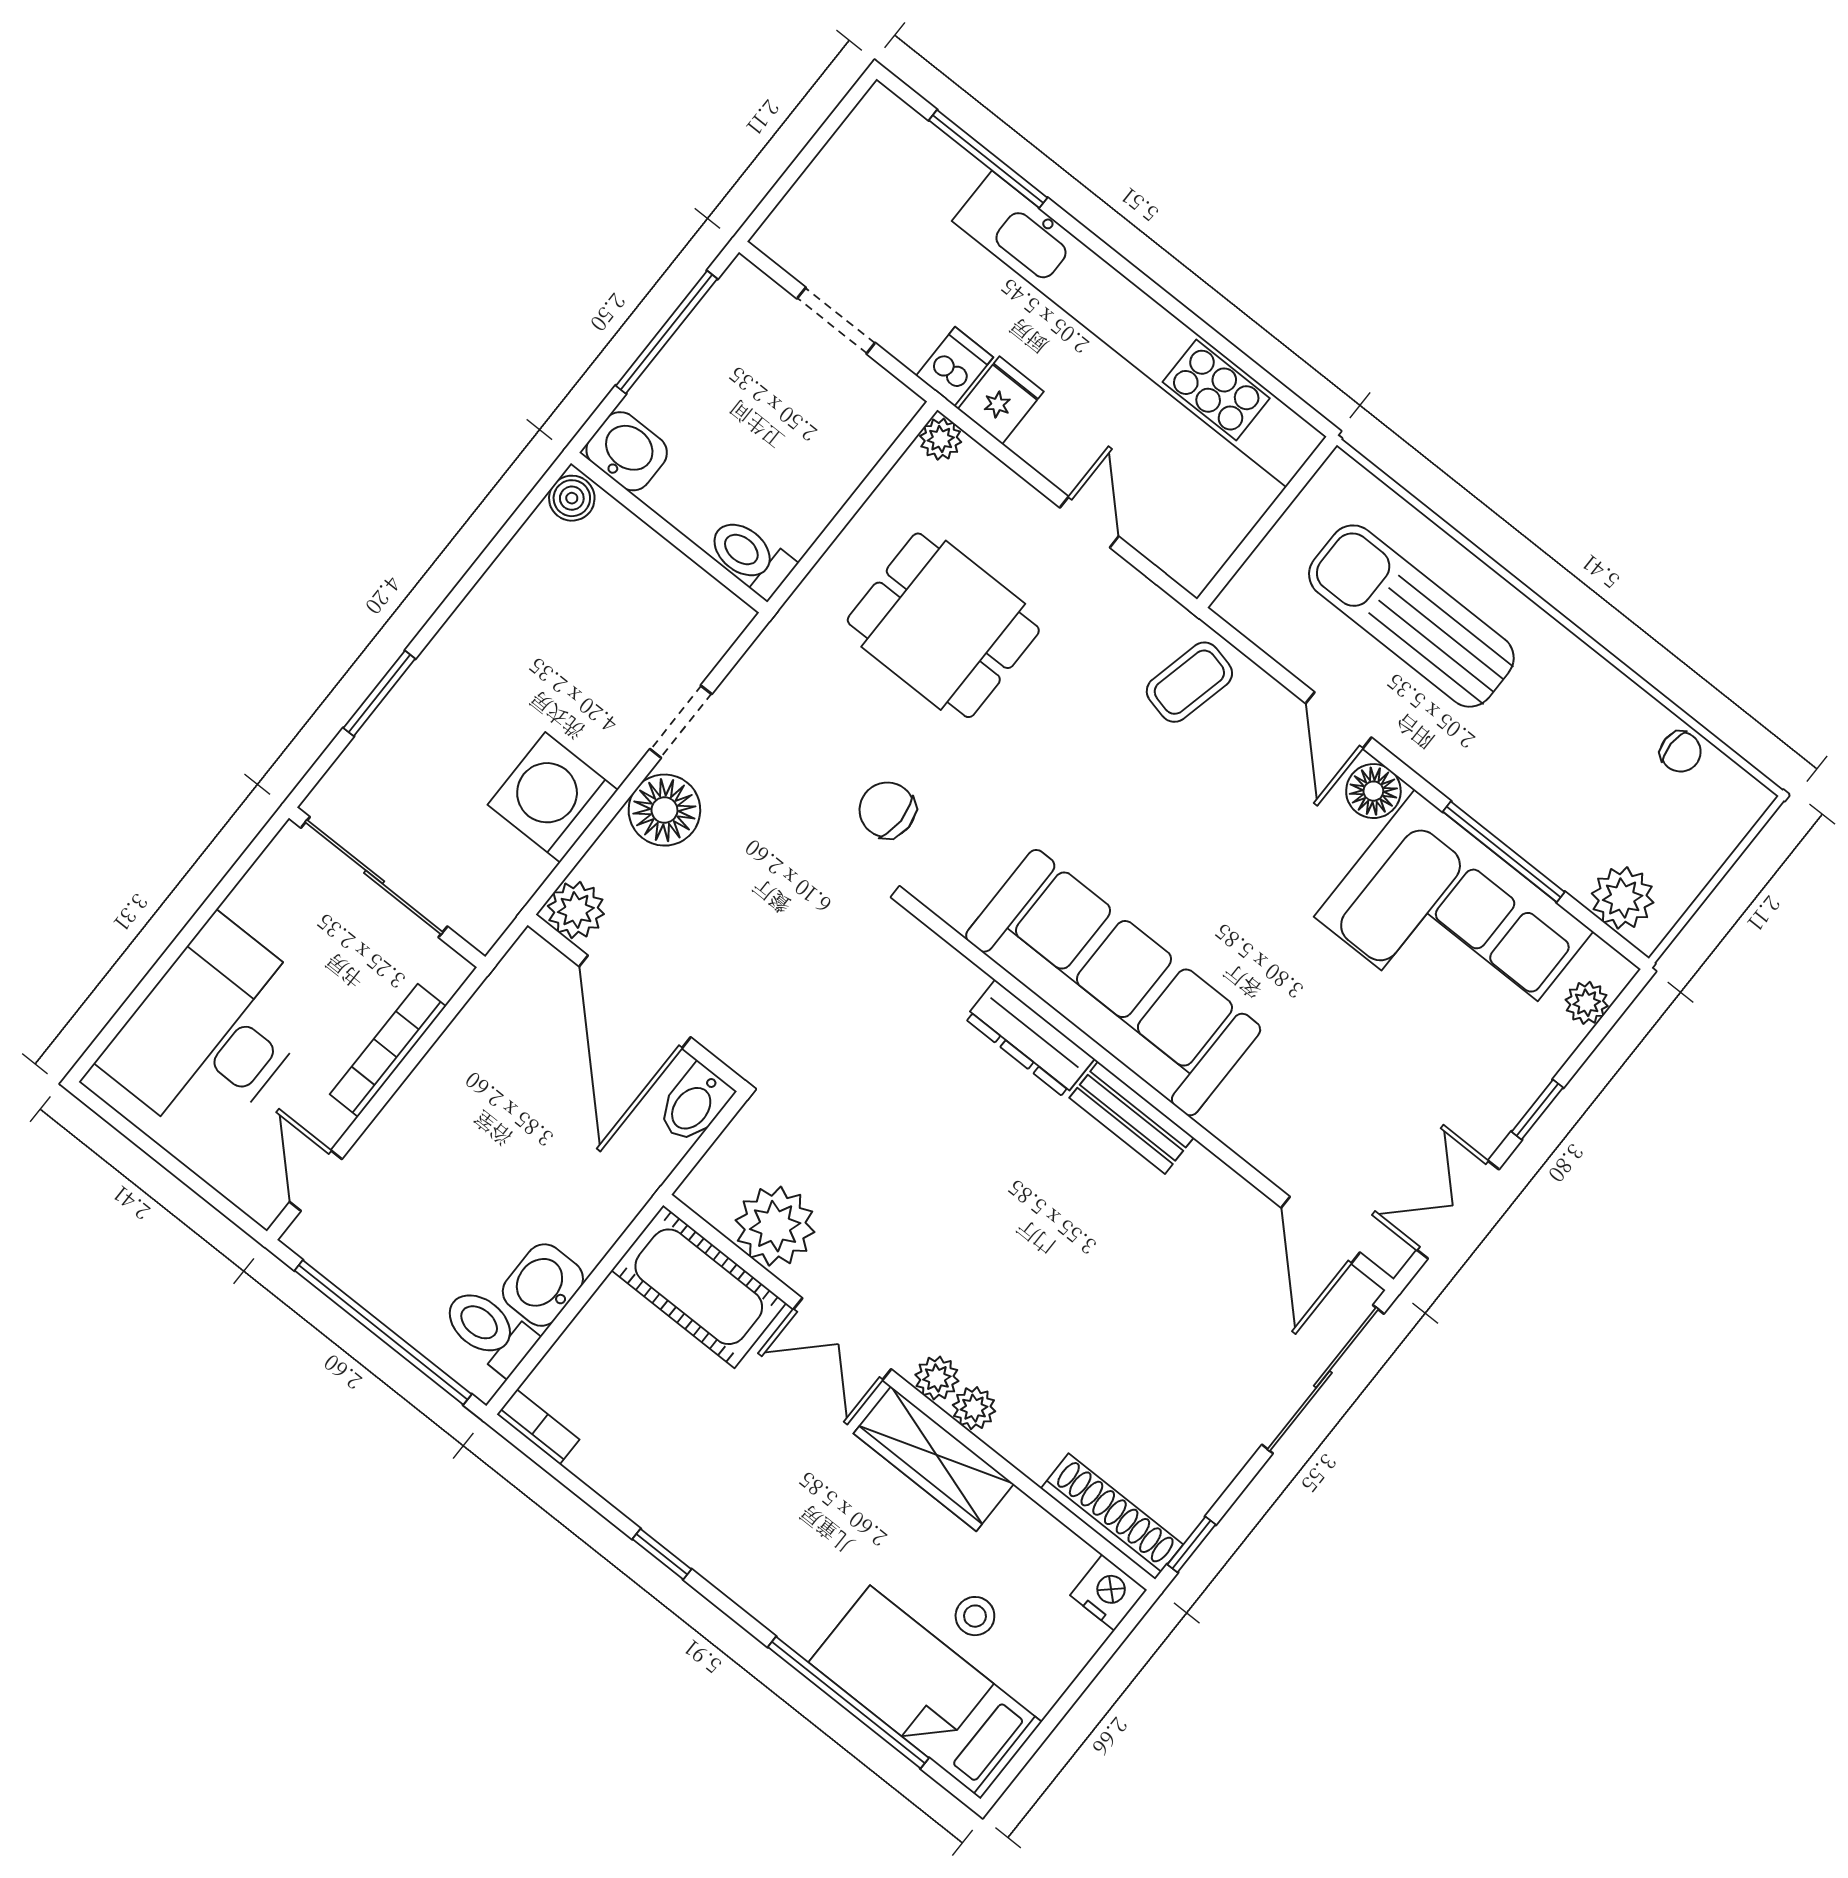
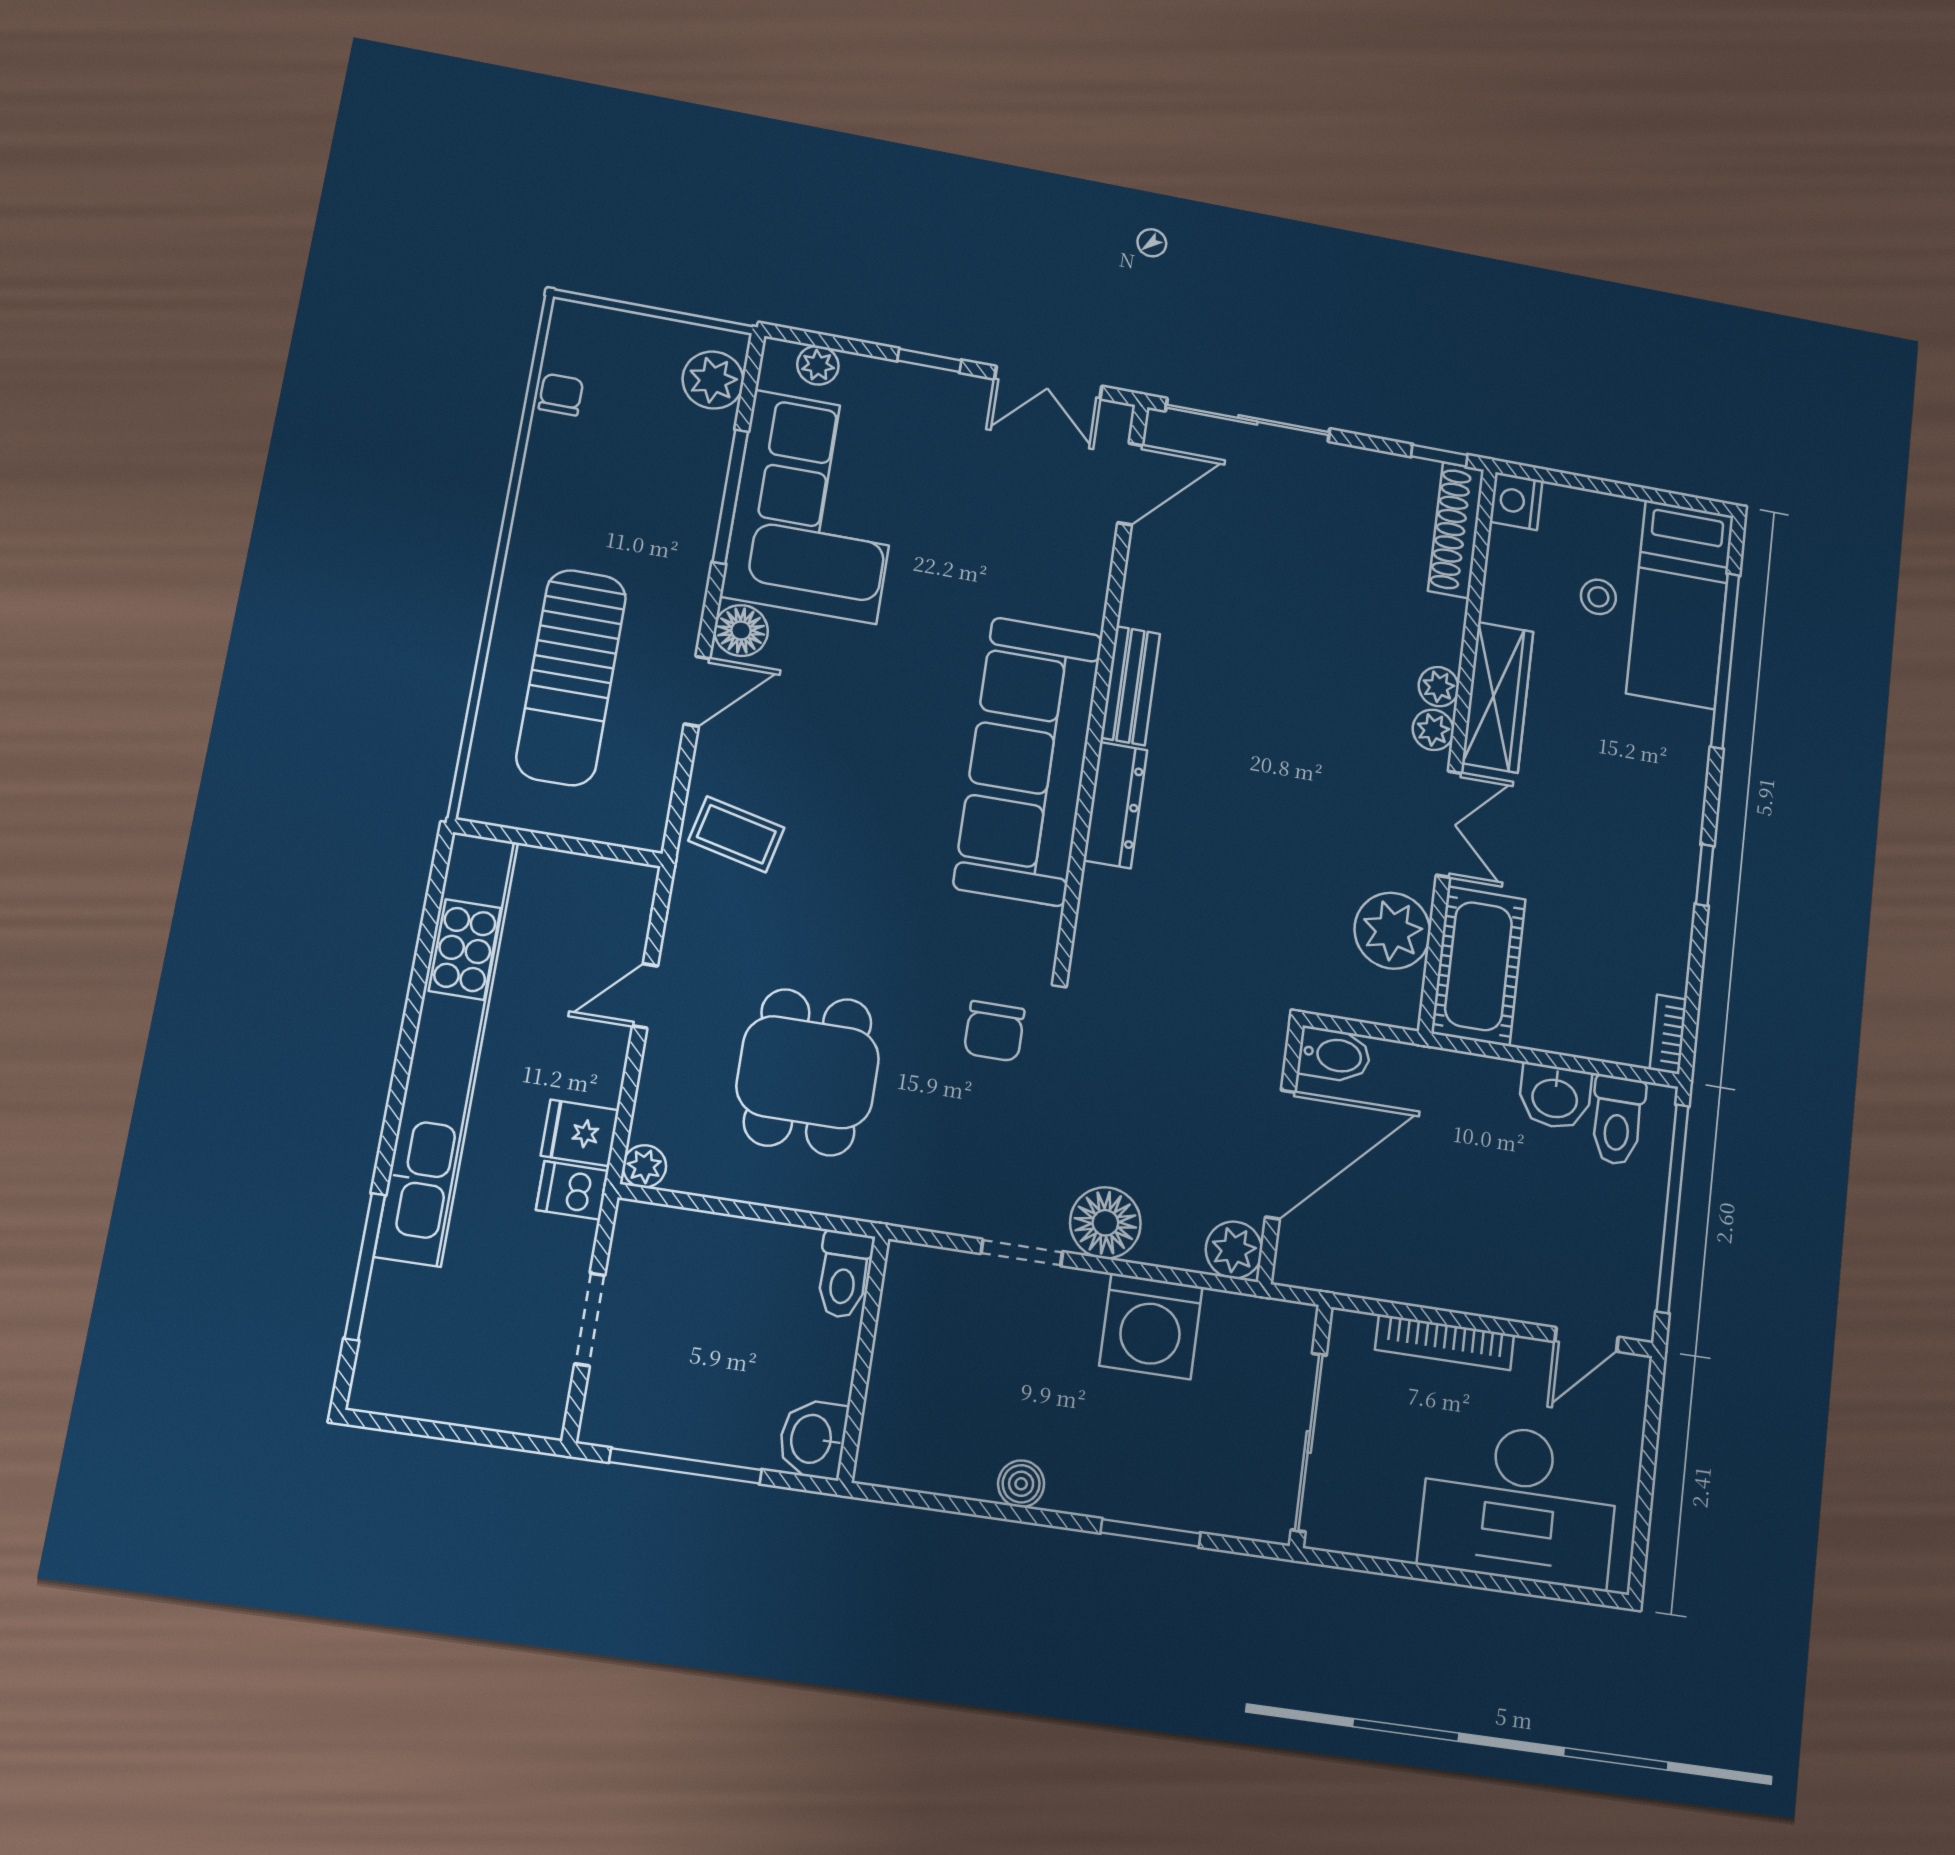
boiler: (572, 498) -> (1021, 1484), moved

